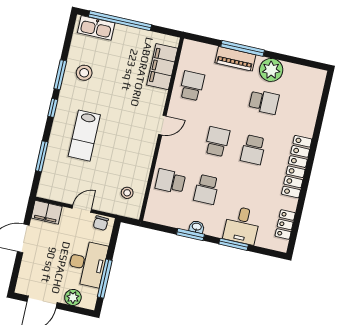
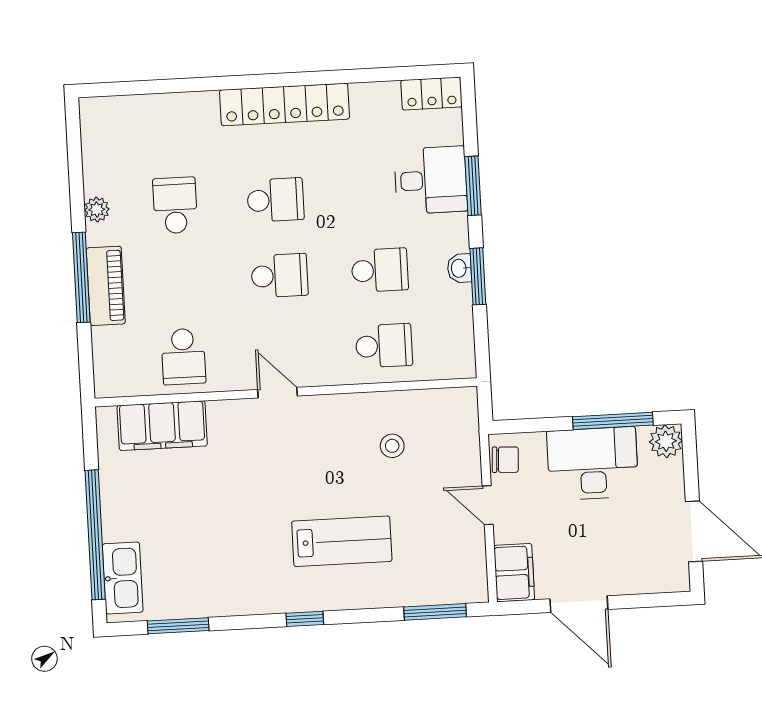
plant: (271, 70) -> (97, 210), width x0.53, depth x0.53
stool: (84, 73) -> (218, 576), removed
window: (60, 75) -> (178, 626), moved
school desk: (192, 86) -> (183, 357), turned -90
school desk: (217, 142) -> (280, 276), turned 180
window: (42, 156) -> (435, 612), moved
school desk: (170, 181) -> (384, 346), turned -90
stool: (127, 193) -> (392, 446), moved
locker: (285, 224) -> (432, 94), moved
plant: (73, 297) -> (666, 441), moved

